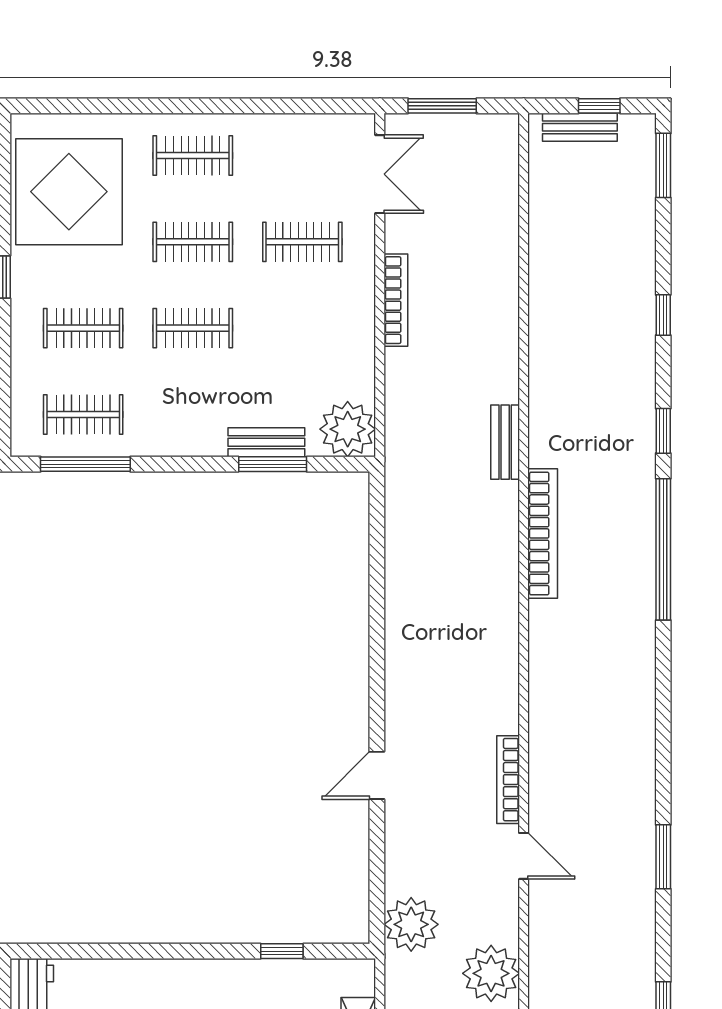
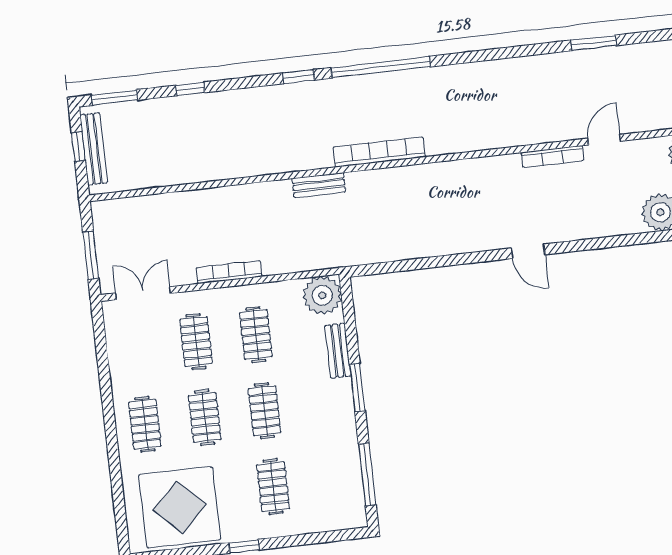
bench: (580, 127) -> (94, 149), width x1.36
window: (663, 315) -> (190, 89), moved
clothes rail: (83, 414) -> (256, 335), moved
window: (273, 464) -> (357, 388), moved
door: (377, 775) -> (528, 251), moved

